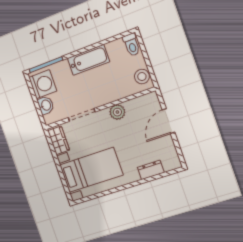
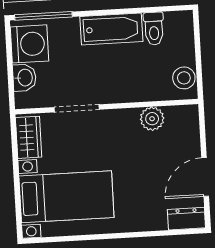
toilet: (132, 45) -> (154, 29), moved
plant: (117, 112) -> (152, 119), moved
door: (168, 121) -> (205, 177), moved
dresser: (151, 170) -> (186, 219), moved

